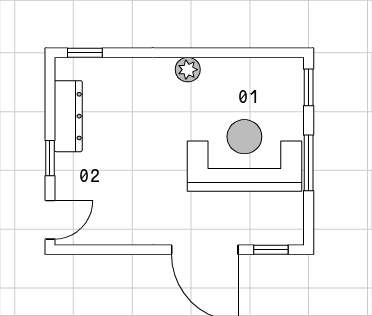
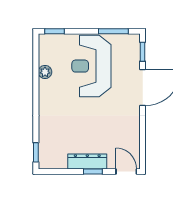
plant: (188, 70) -> (45, 72), moved
dresser: (68, 116) -> (87, 161), moved
window: (309, 163) -> (113, 31), moved

